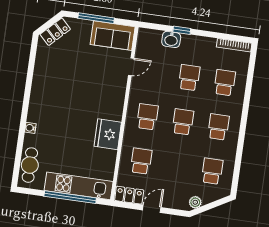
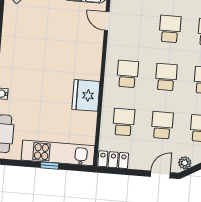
door: (131, 67) -> (107, 21), swing flipped
school desk: (177, 166) -> (162, 125), added
window: (70, 197) -> (50, 166), width x0.32
door: (152, 209) -> (160, 175), moved

